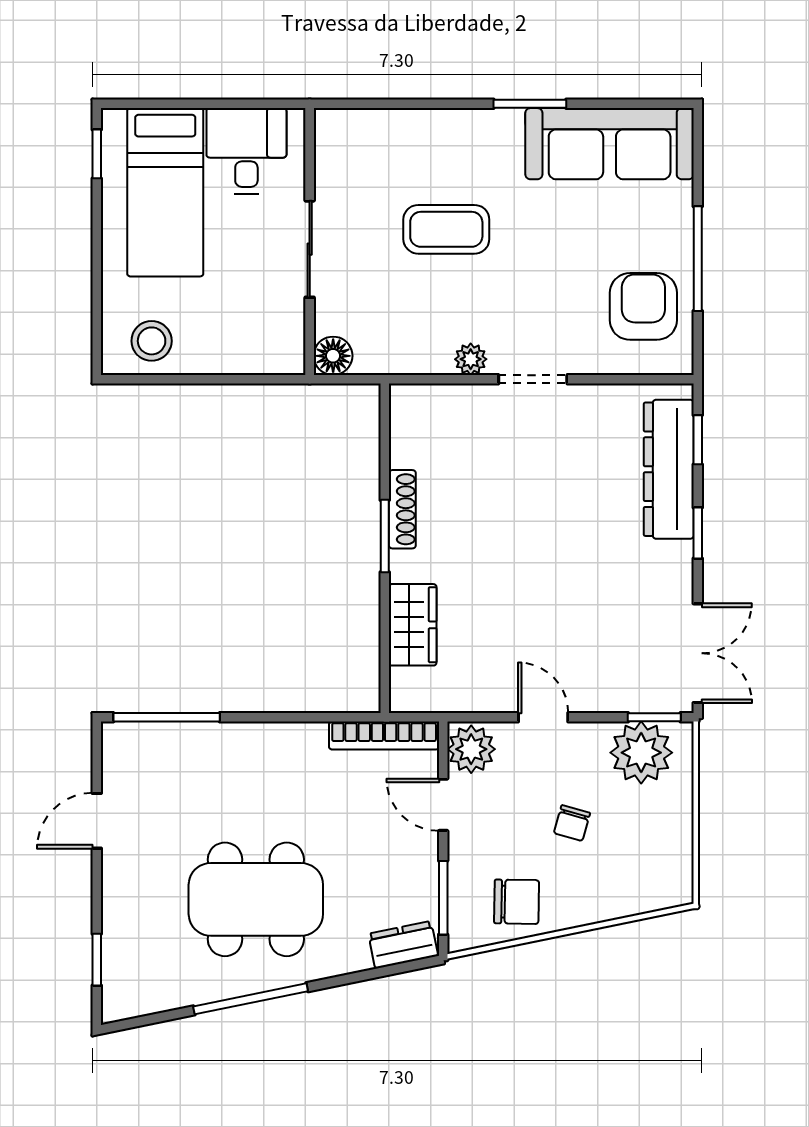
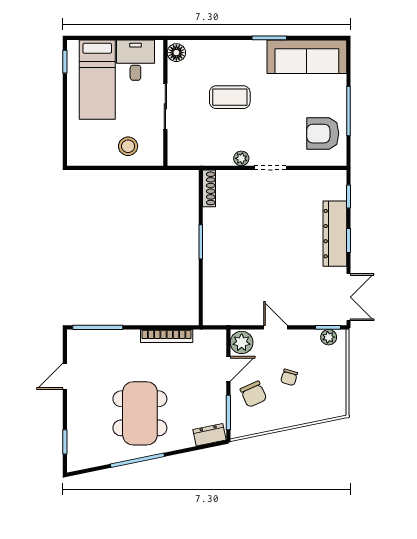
armchair: (643, 306) -> (323, 134), turned -90
stool: (152, 341) -> (128, 146), moved
floor lamp: (333, 356) -> (176, 53), moved
dresser: (669, 469) -> (335, 234), moved
shoe rack: (402, 509) -> (209, 188), moved
wardrobe: (413, 625) -> (214, 284), removed
bookcase: (384, 736) -> (167, 336), moved
plant: (641, 753) -> (329, 337), width x0.53, depth x0.53
door: (443, 805) -> (228, 369), swing flipped
dining table: (256, 899) -> (140, 413), turned 90
chair: (517, 902) -> (253, 394), moved, turned 65

